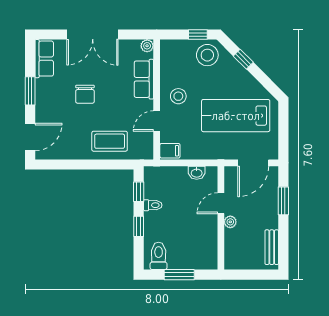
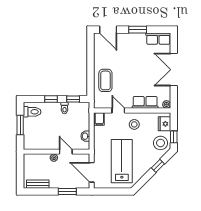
fridge: (177, 49) -> (164, 124), added
chair: (85, 94) -> (136, 65), removed

